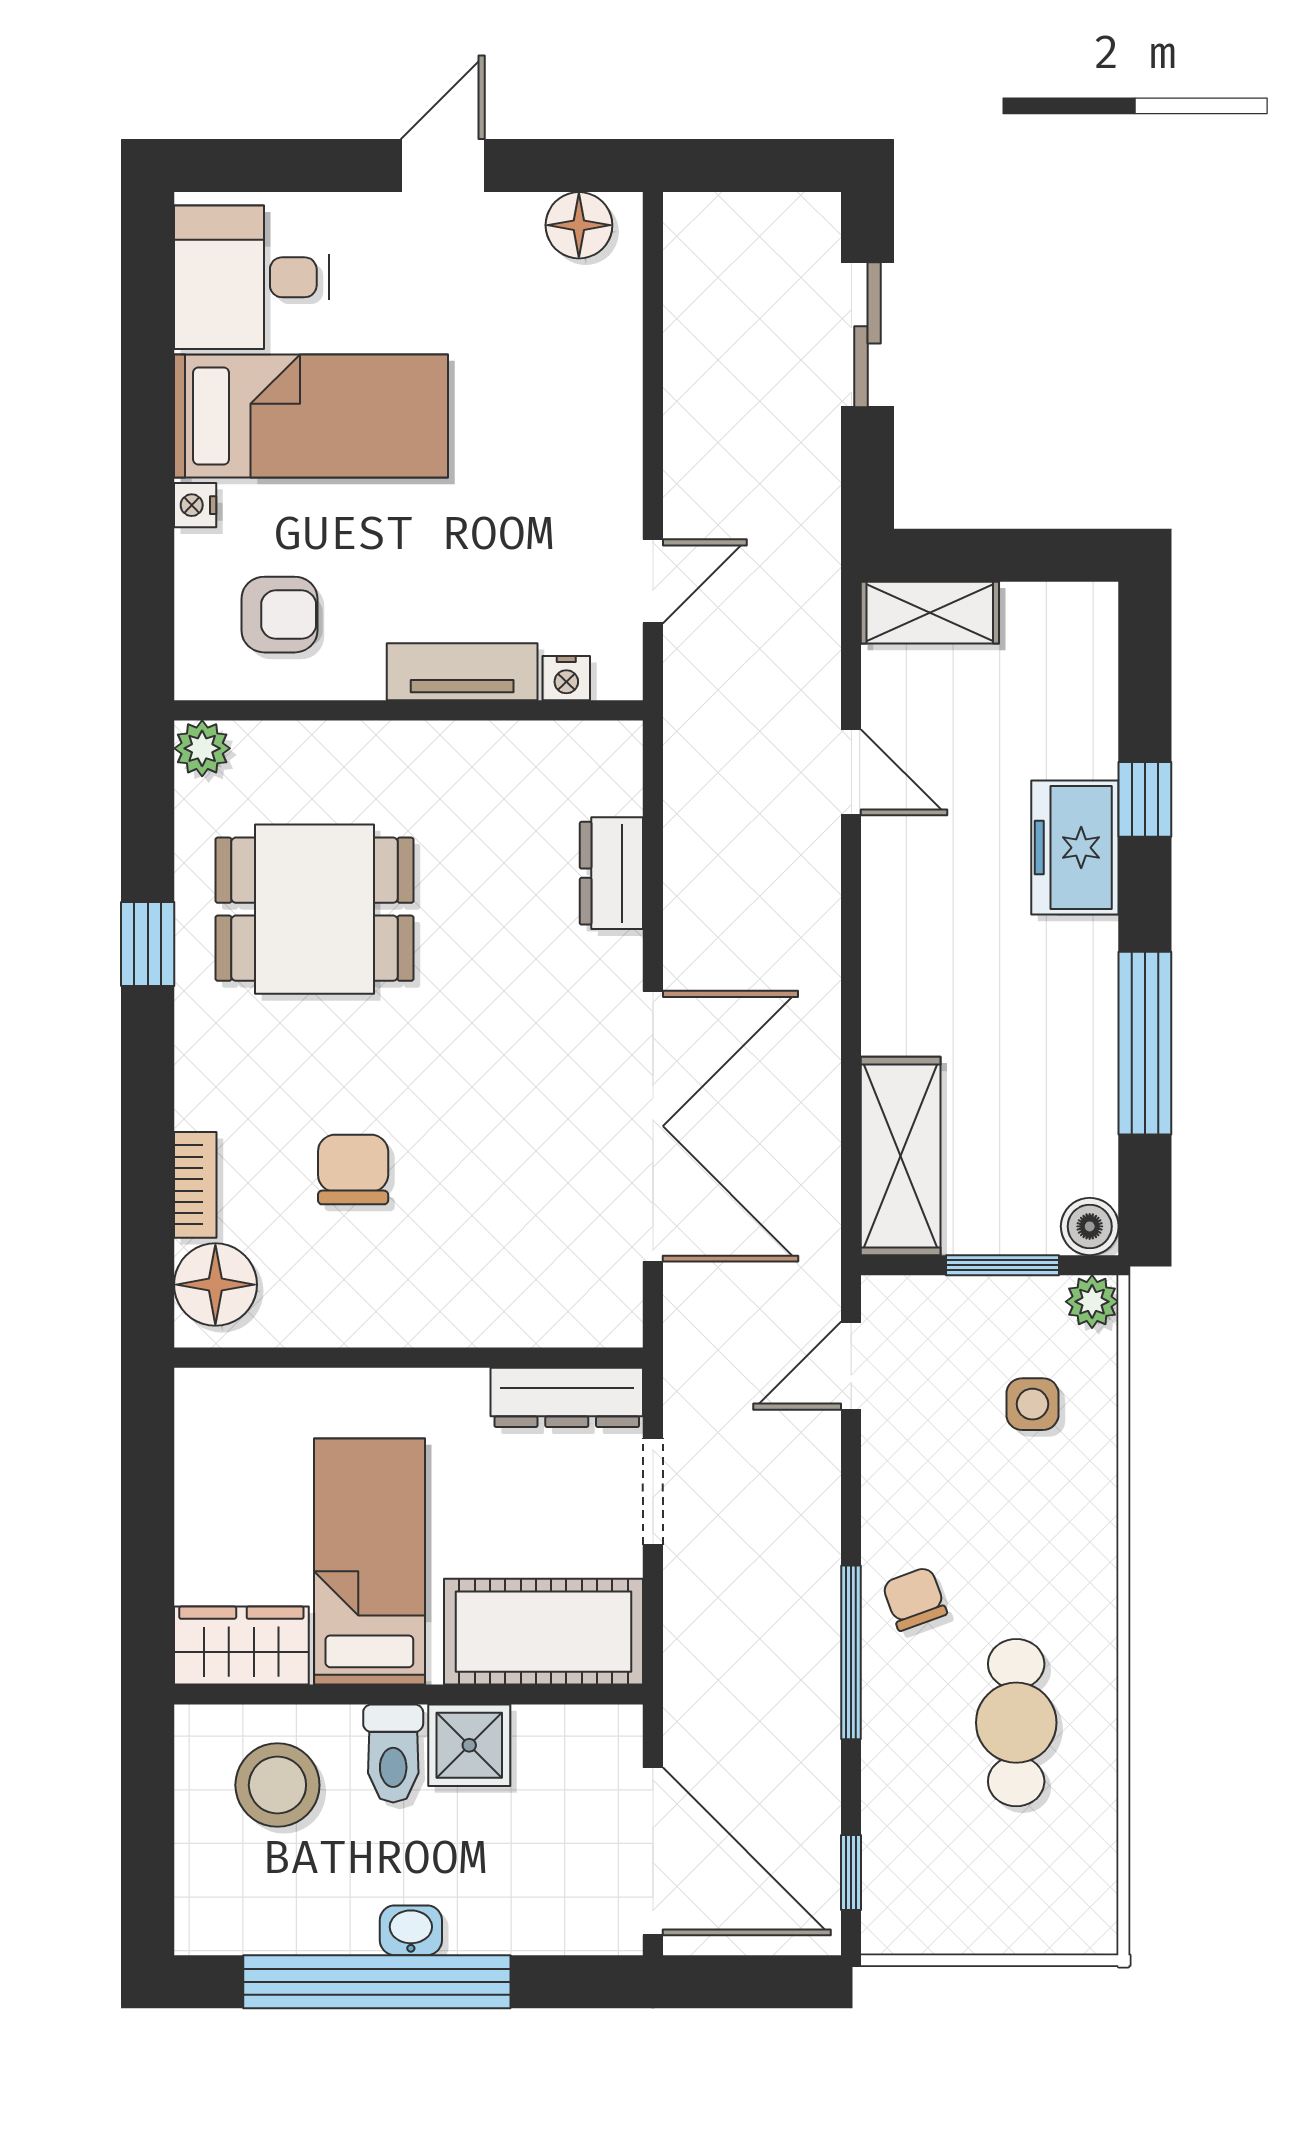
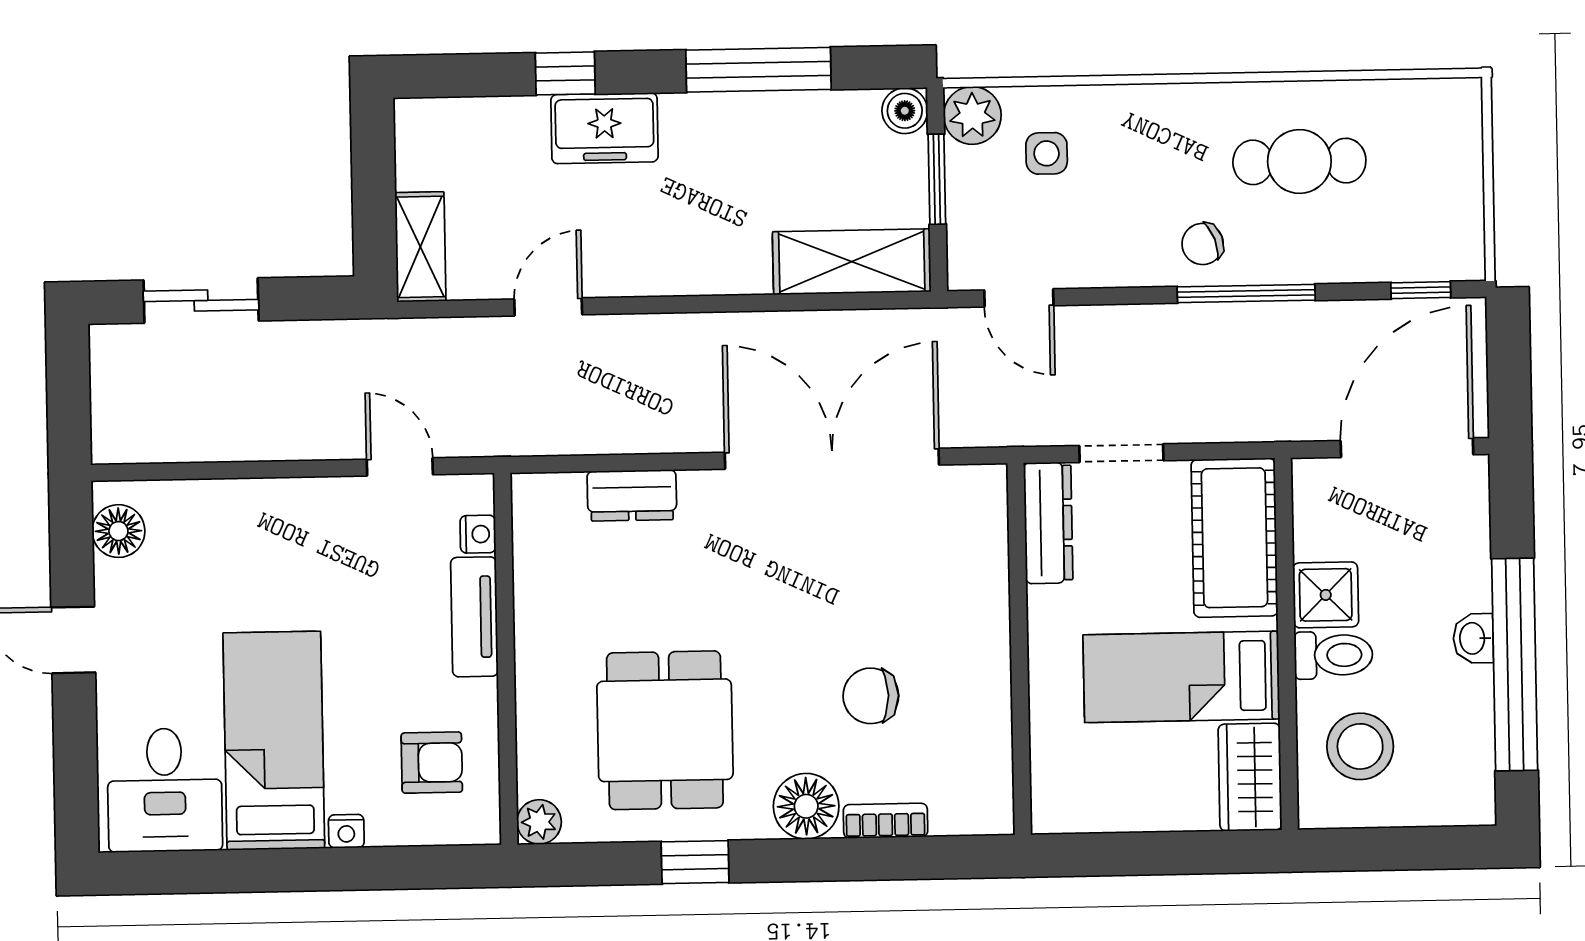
armchair: (279, 615) -> (432, 763), turned 90
floor lamp: (215, 1285) -> (806, 806), moved
plant: (1092, 1302) -> (972, 115), width x1.38, depth x1.38

